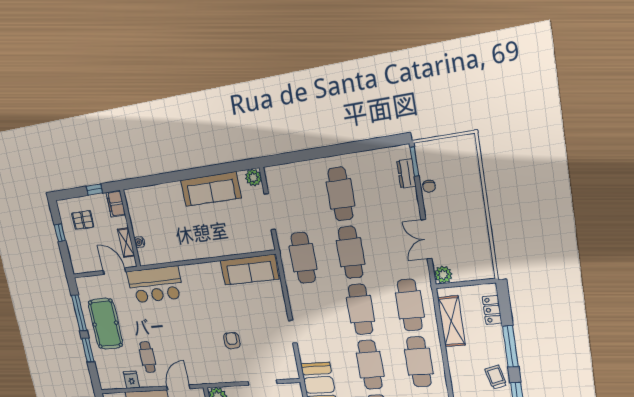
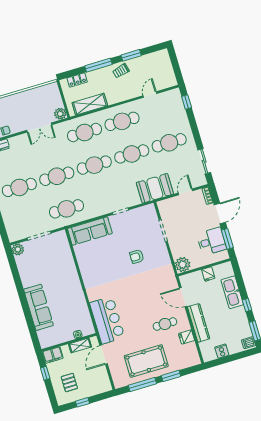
sofa: (211, 189) -> (39, 307), moved
sofa: (250, 270) -> (90, 231), moved, turned 90

